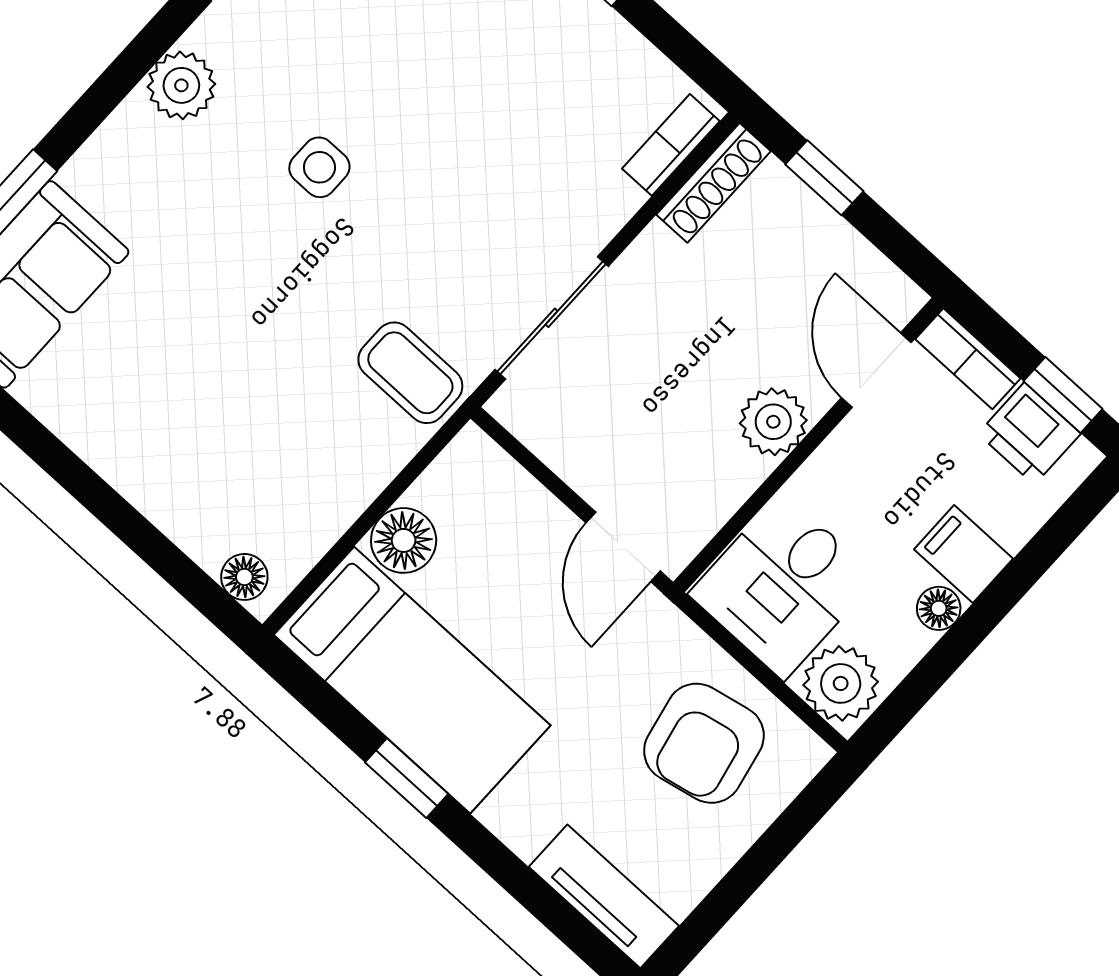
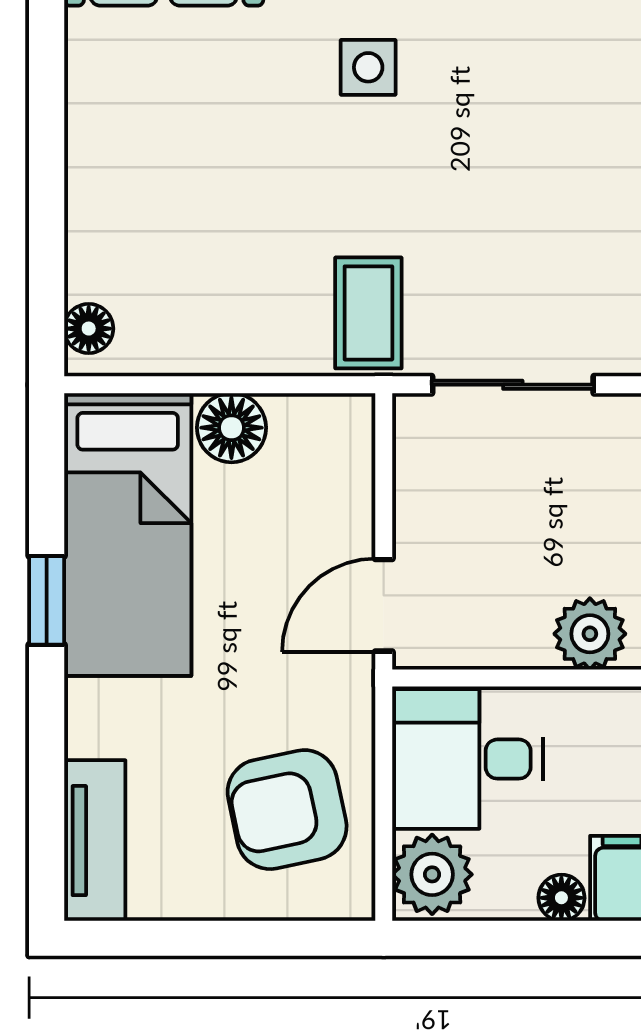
side table: (319, 167) -> (368, 67), moved

